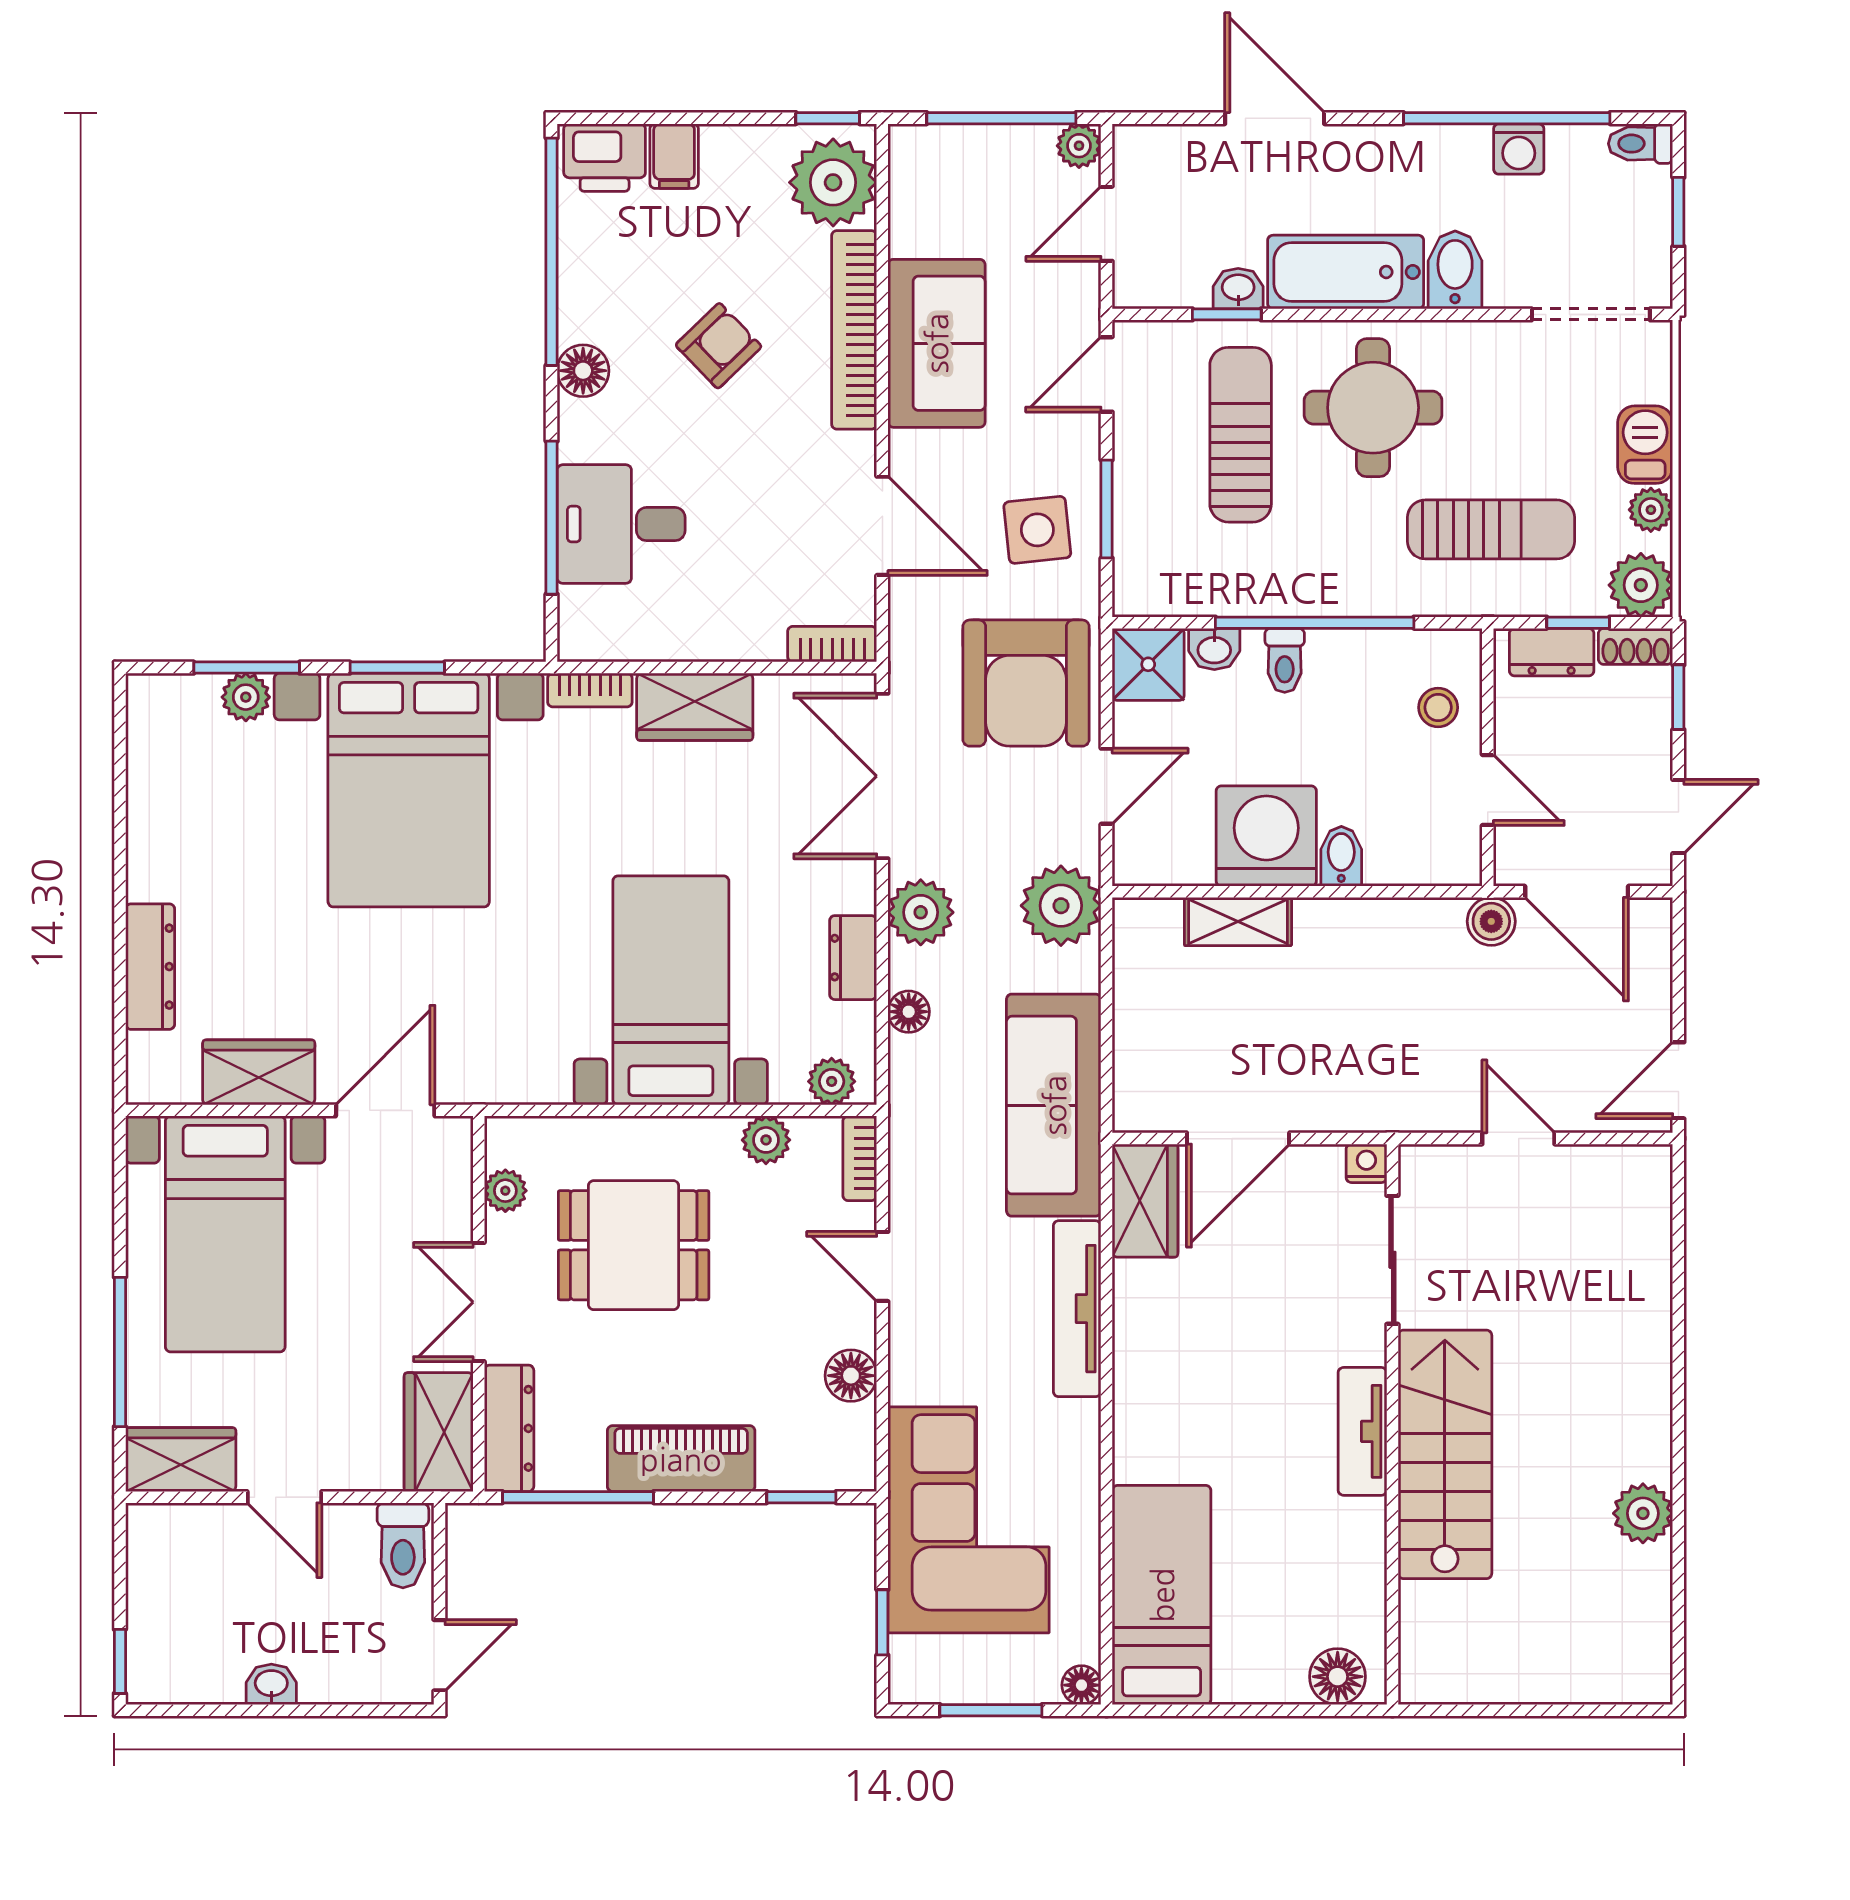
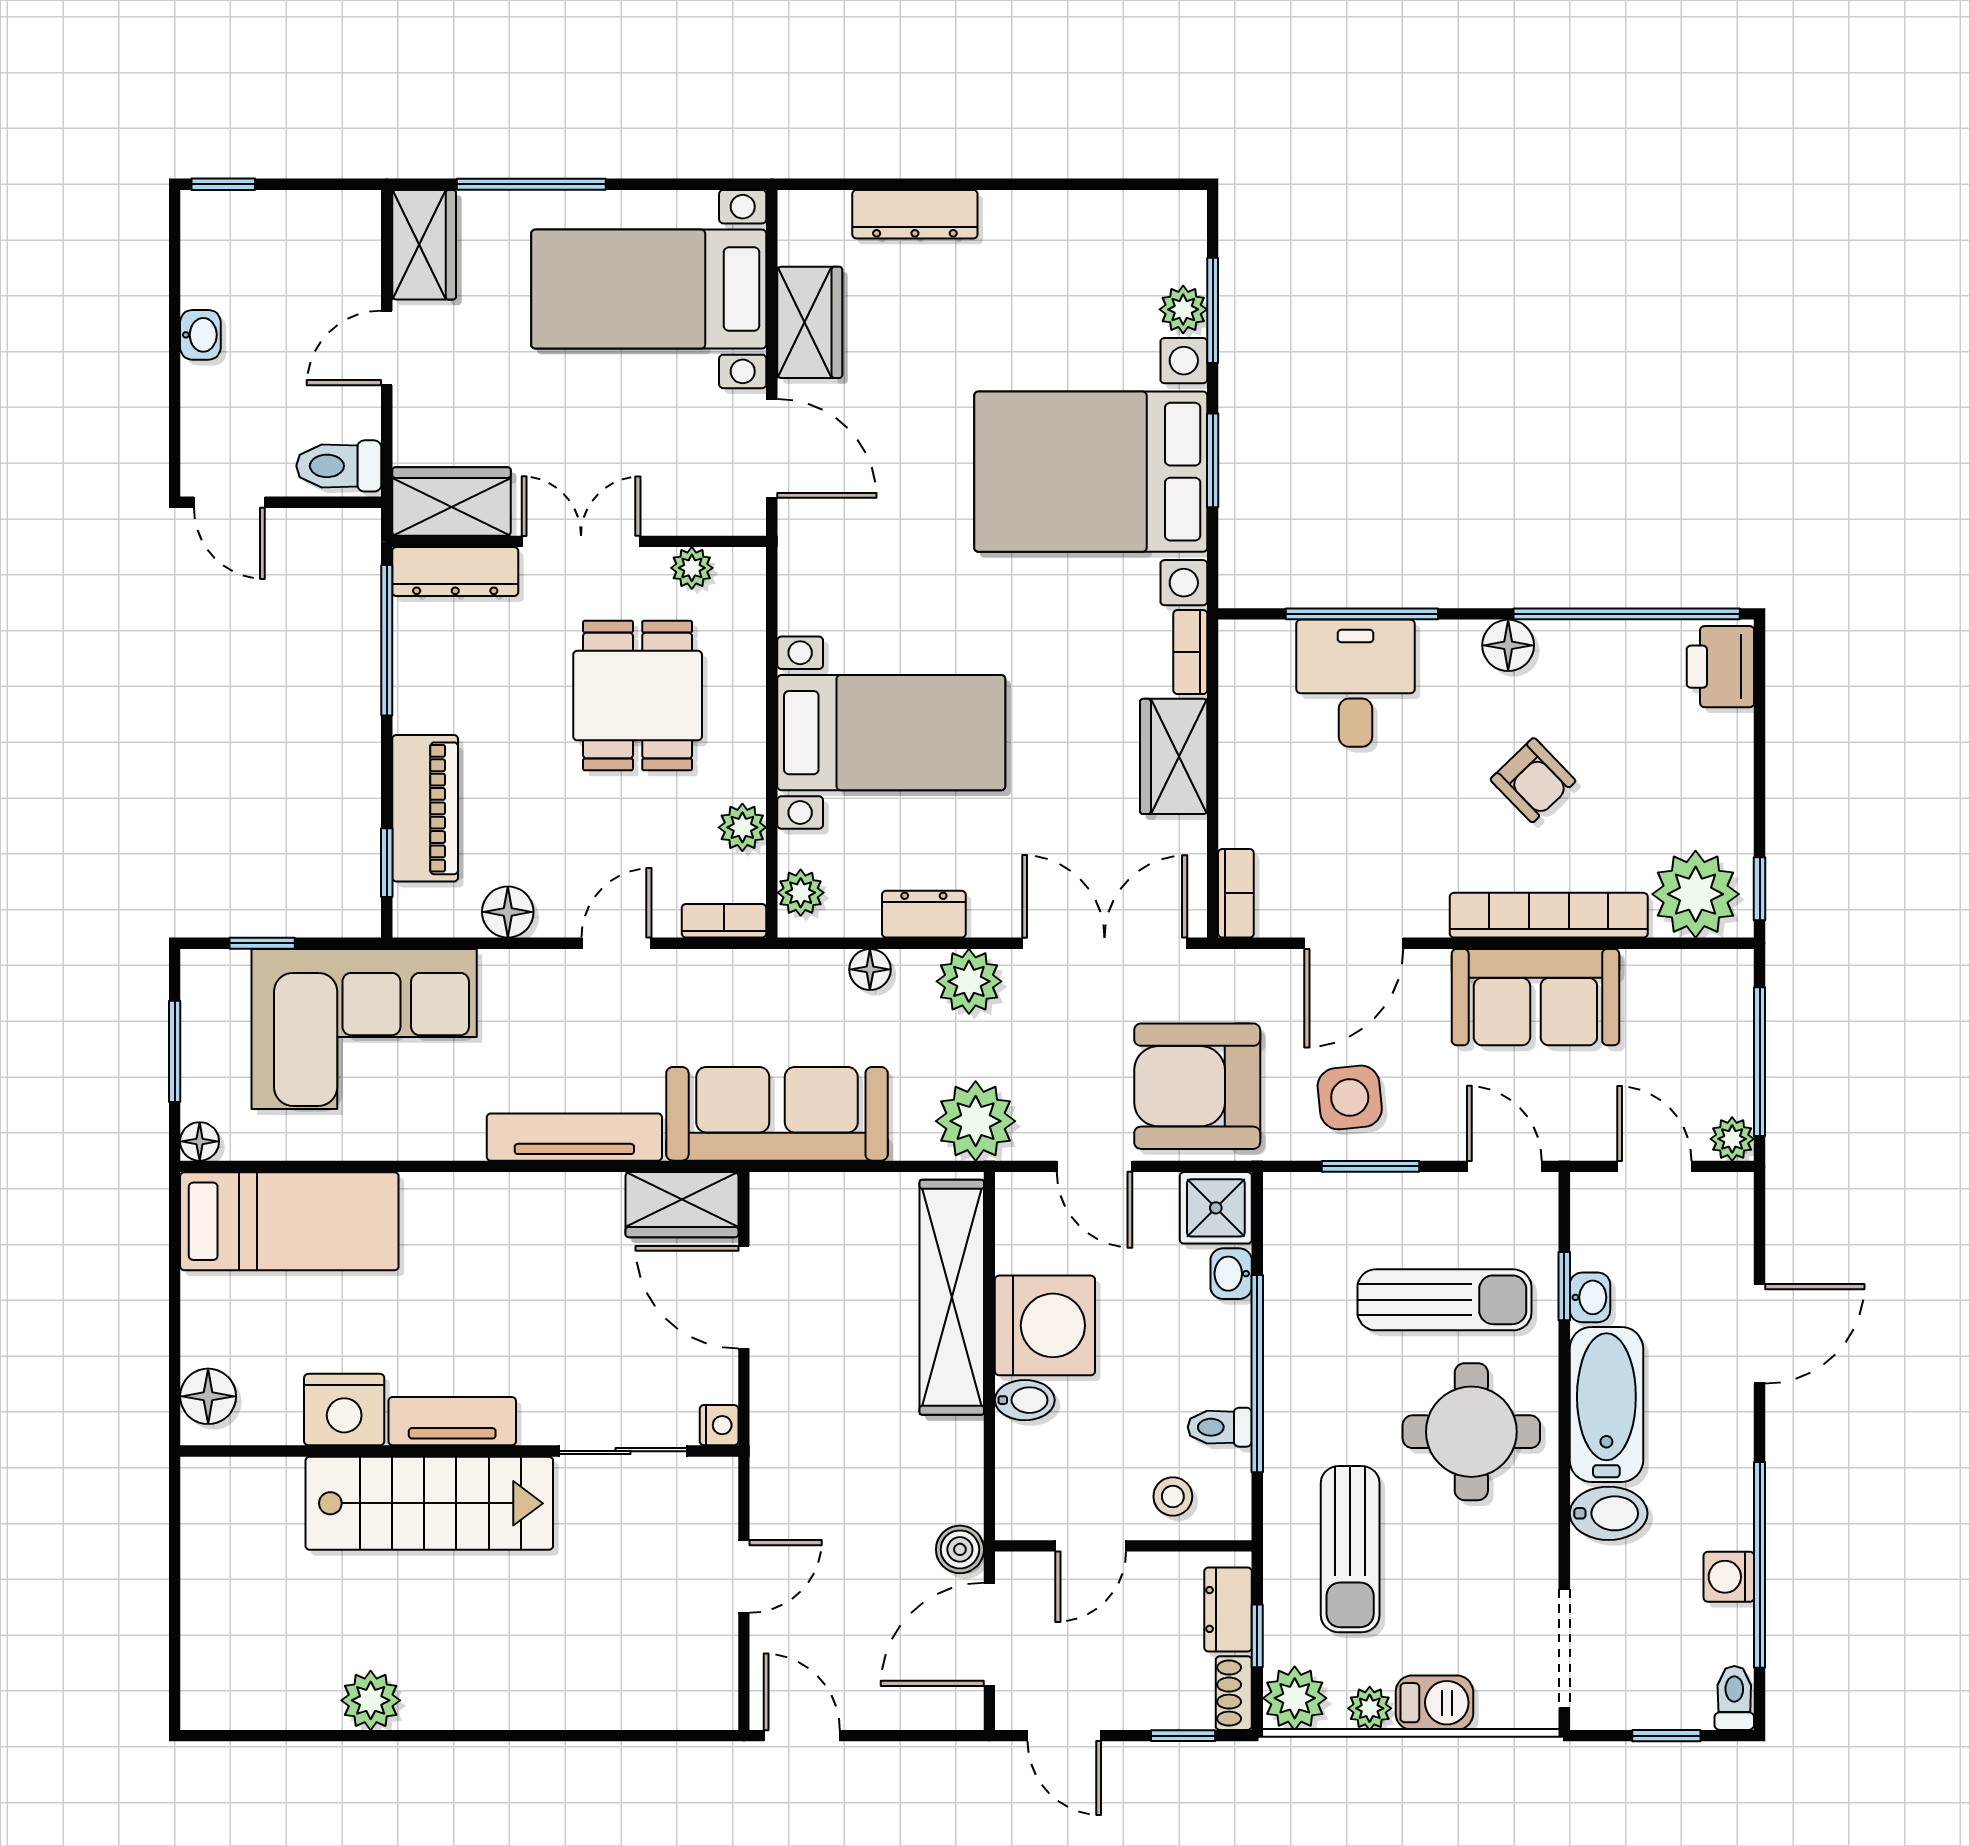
filing cabinet: (674, 156) -> (1722, 736), removed
toilet: (1285, 660) -> (1220, 1427), moved
shelving: (1238, 922) -> (952, 1297), width x2.20, depth x1.33
piano: (681, 1459) -> (425, 808), moved
nightstand: (1351, 1540) -> (344, 1410), added

